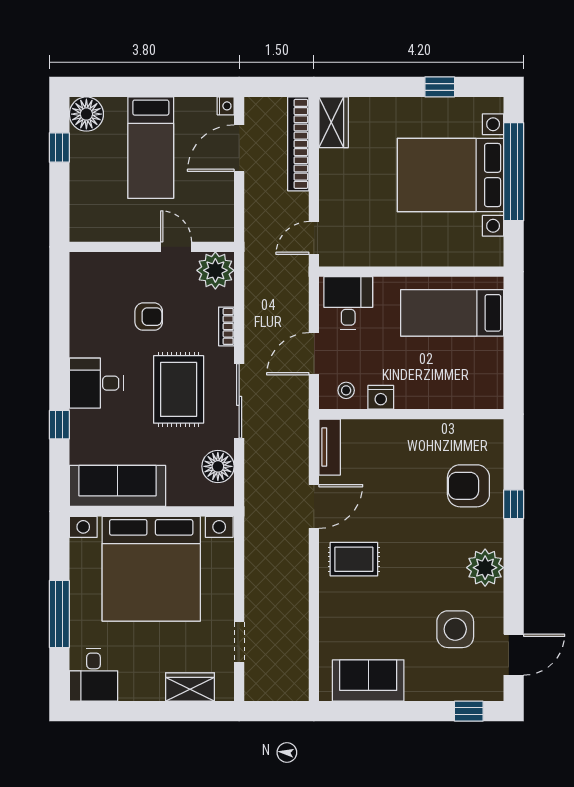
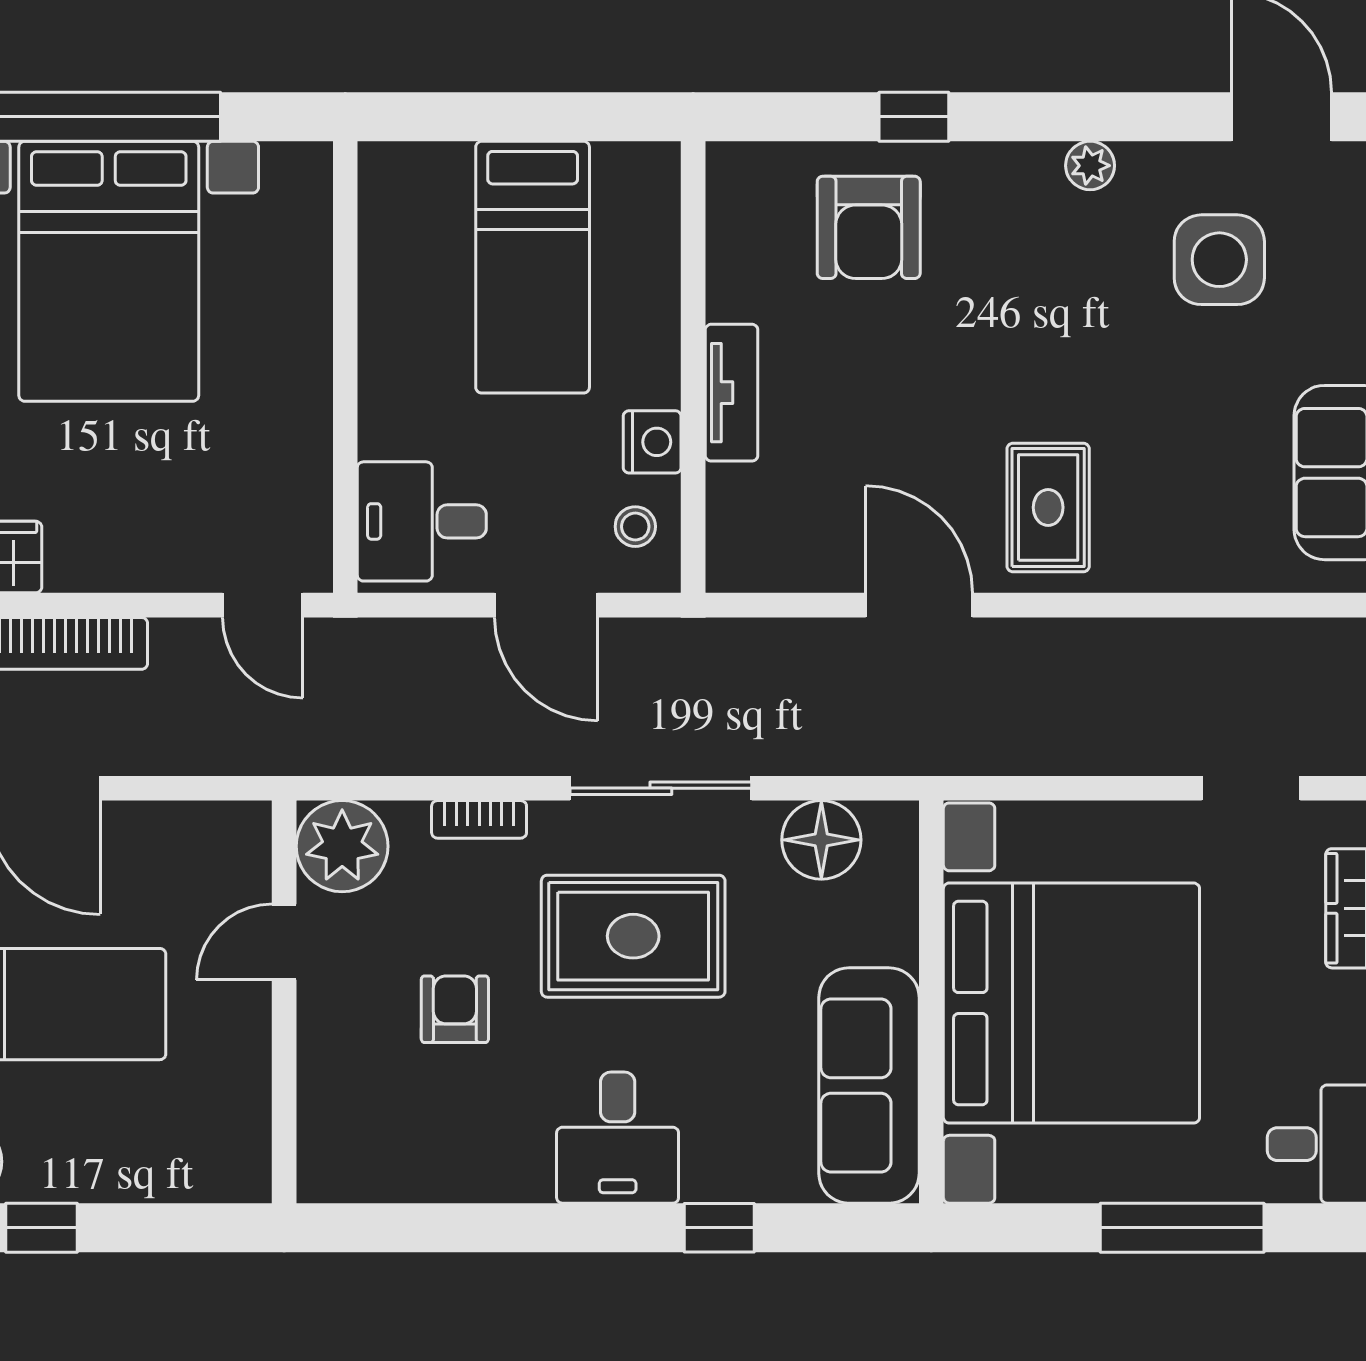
bed: (452, 313) -> (533, 267), moved
tv unit: (330, 447) -> (732, 393), moved, turned 90
plant: (485, 568) -> (1090, 166), width x0.53, depth x0.53

